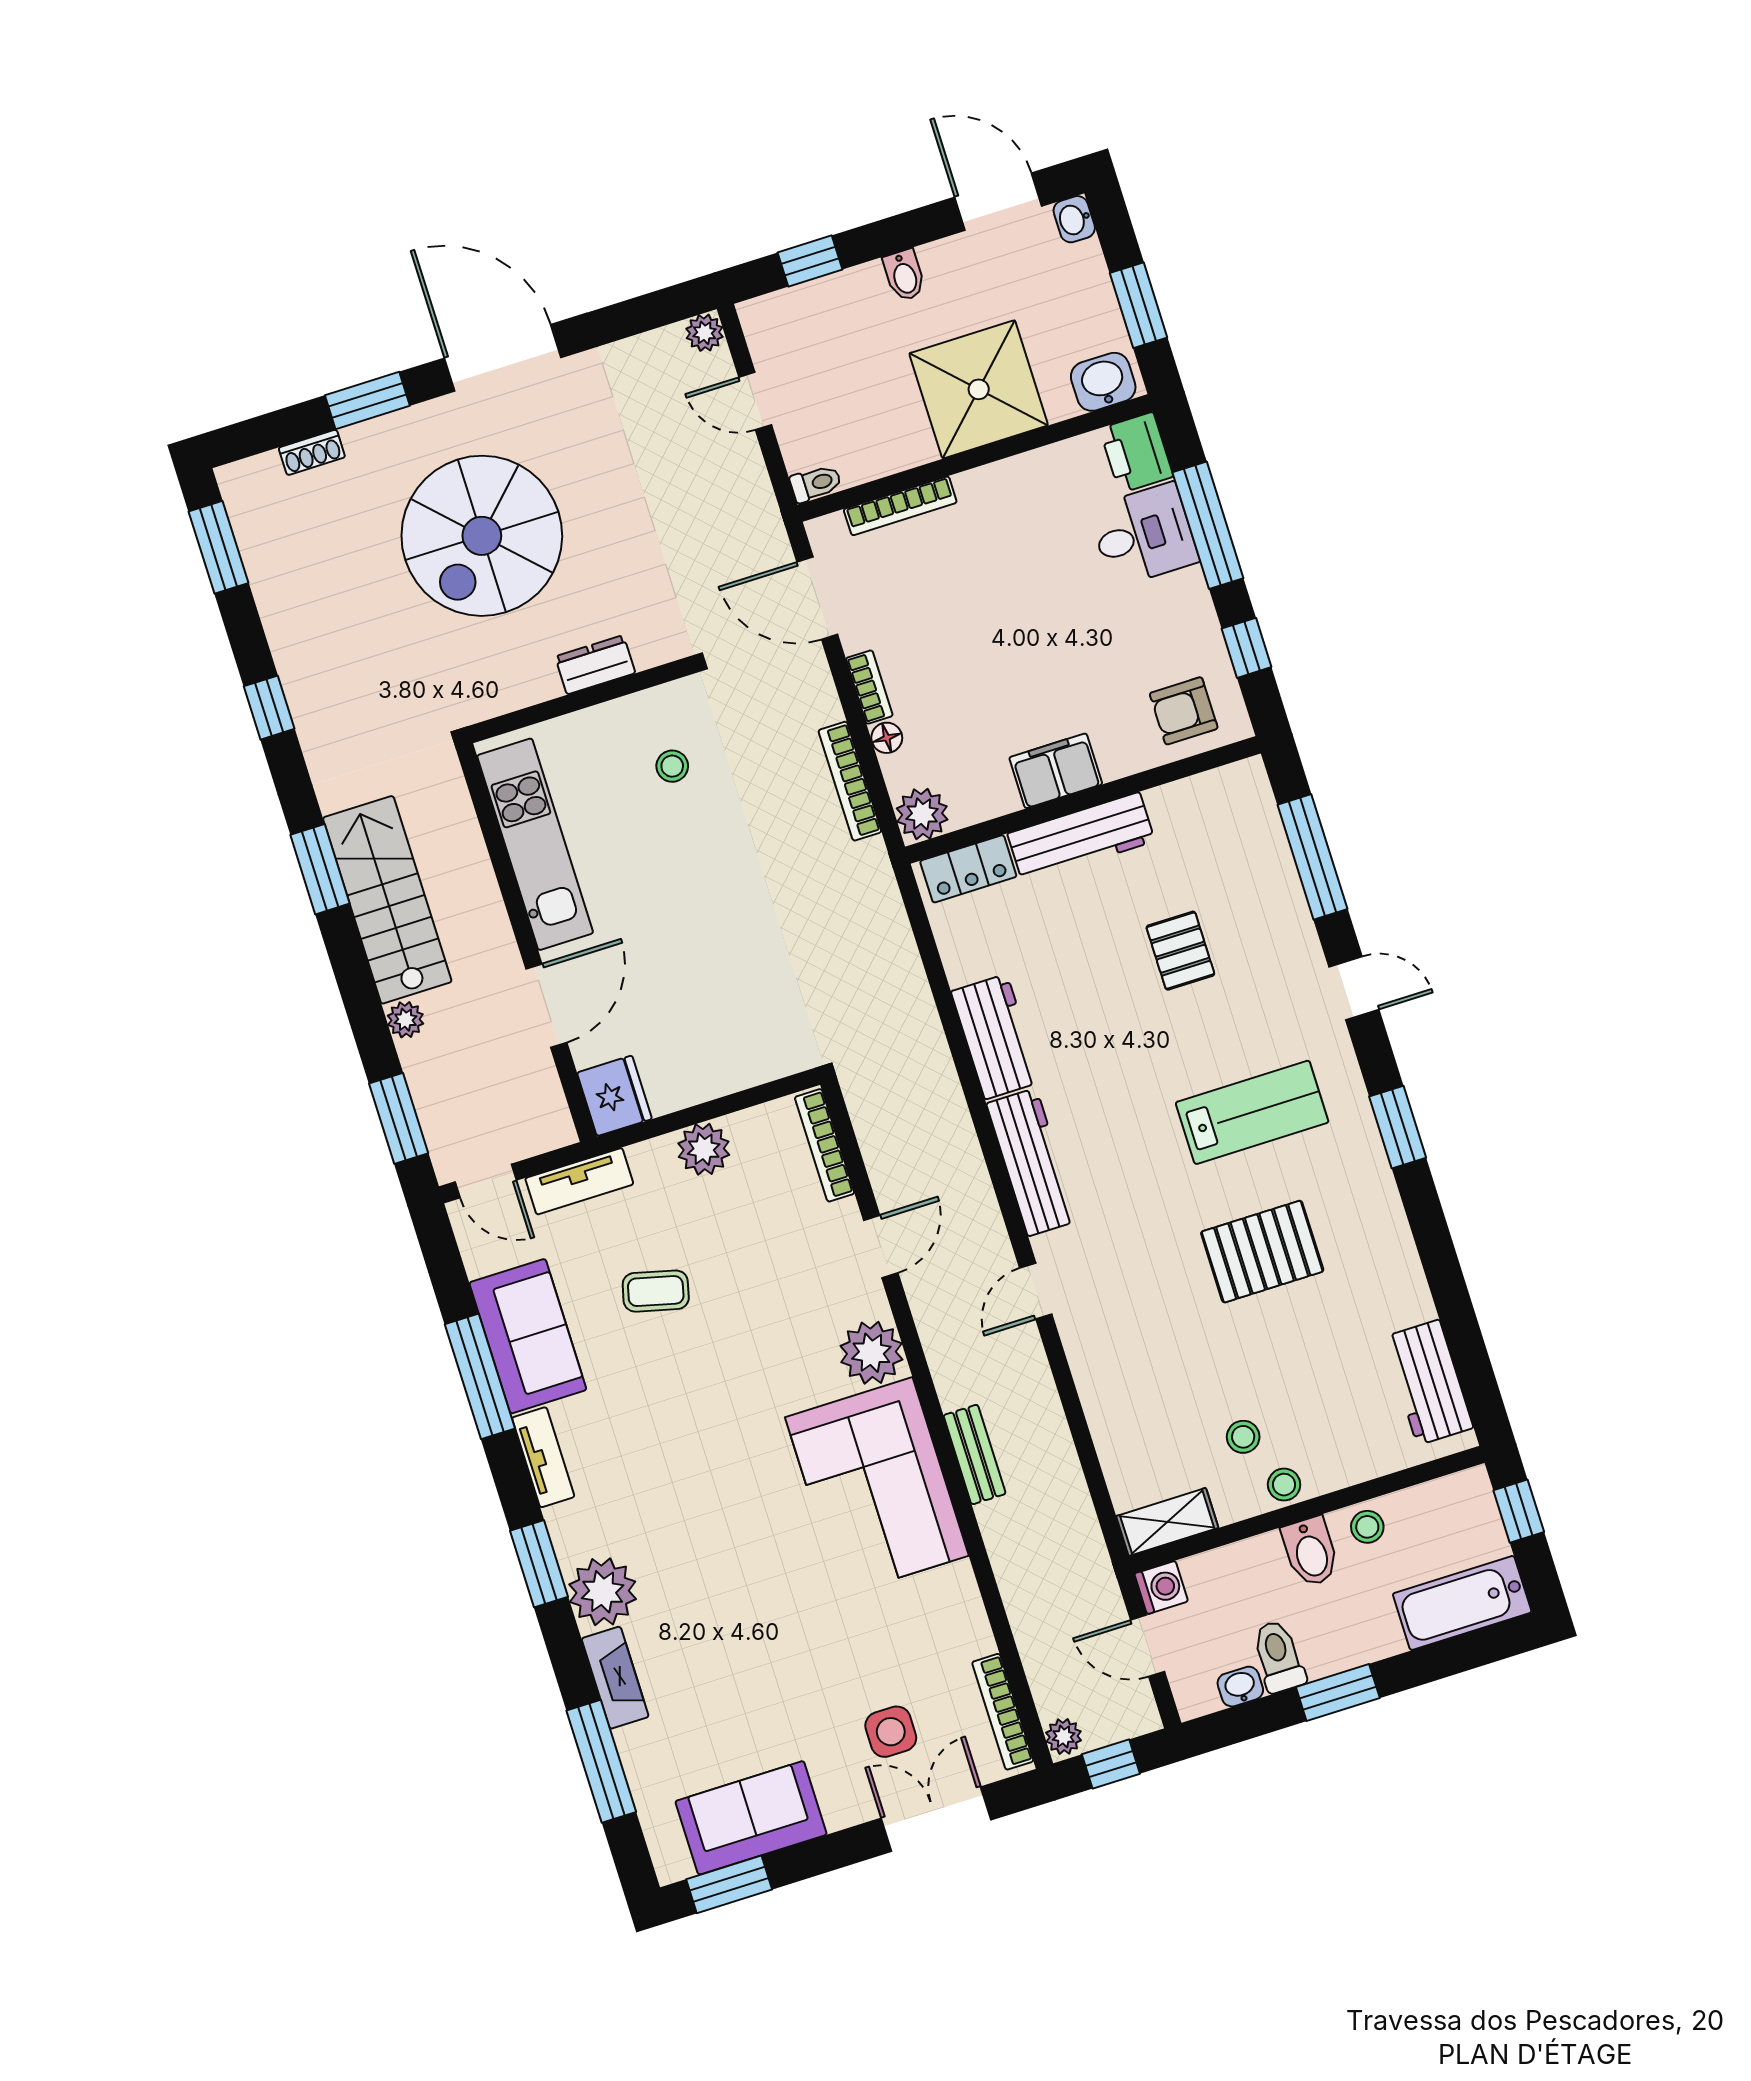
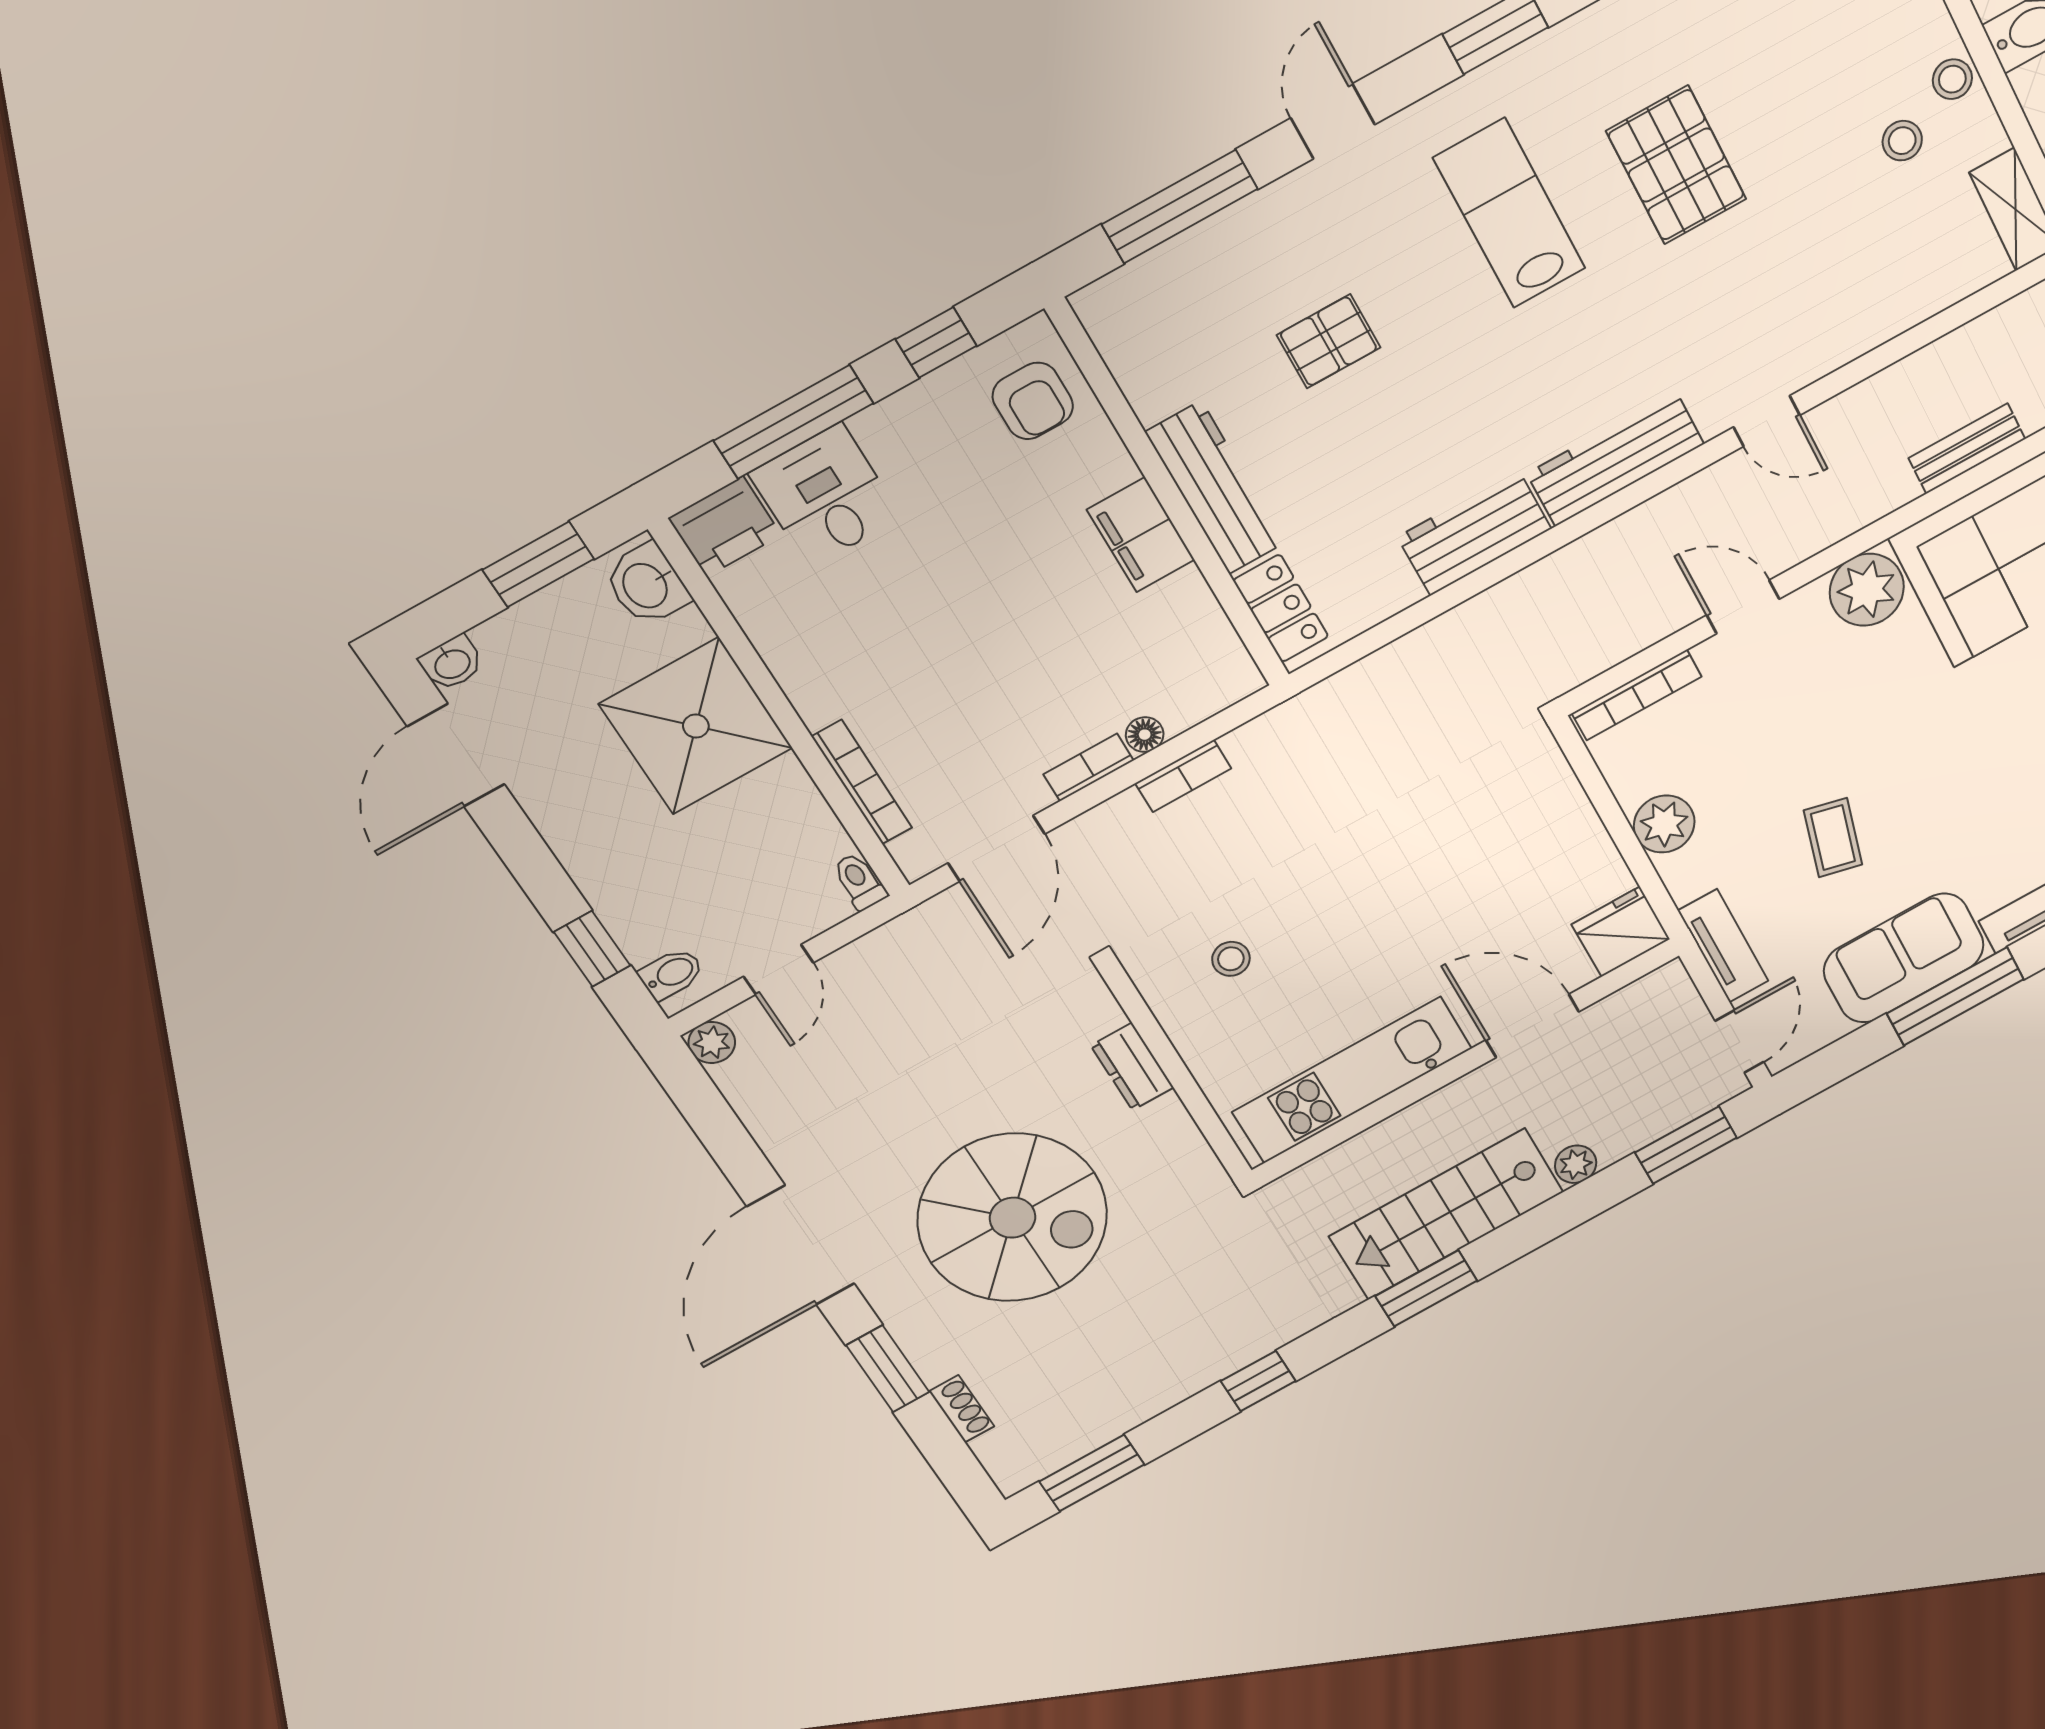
bidet: (904, 275) -> (671, 974), moved
bookcase: (850, 781) -> (1183, 776), width x0.64
plant: (922, 814) -> (1227, 675), removed

